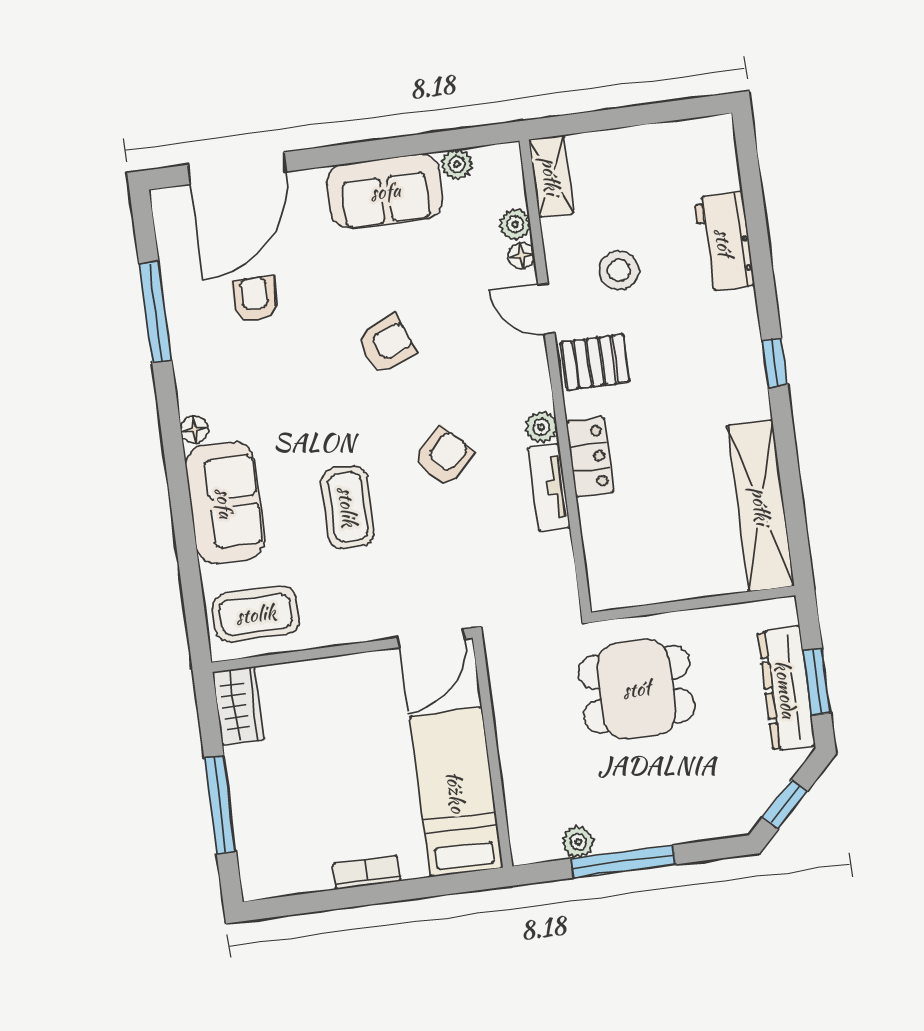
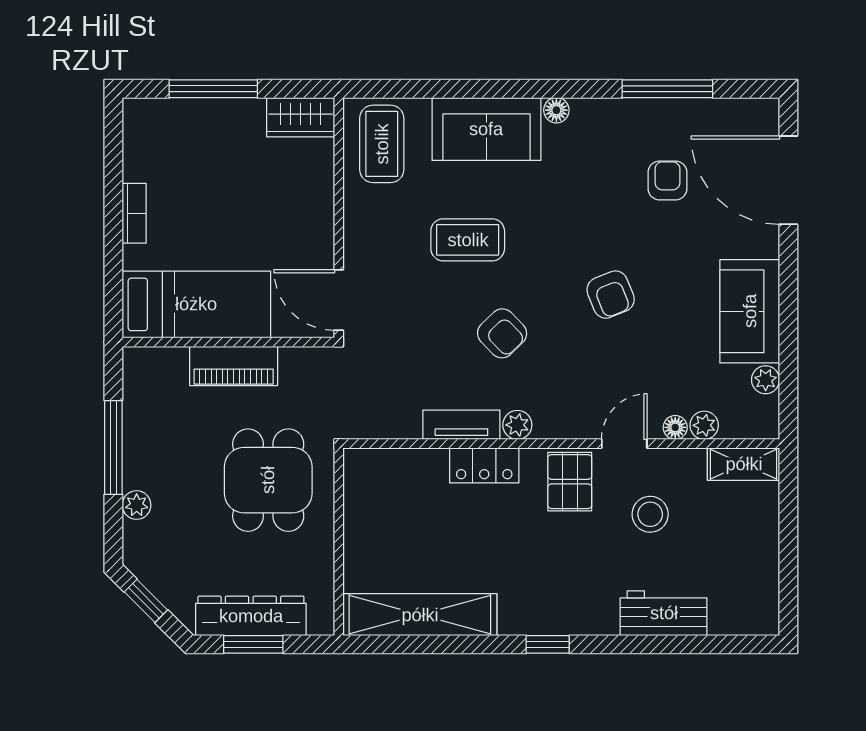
armchair: (255, 299) -> (667, 180), turned -90
piano: (518, 743) -> (234, 366), added
plant: (578, 842) -> (137, 505), moved

